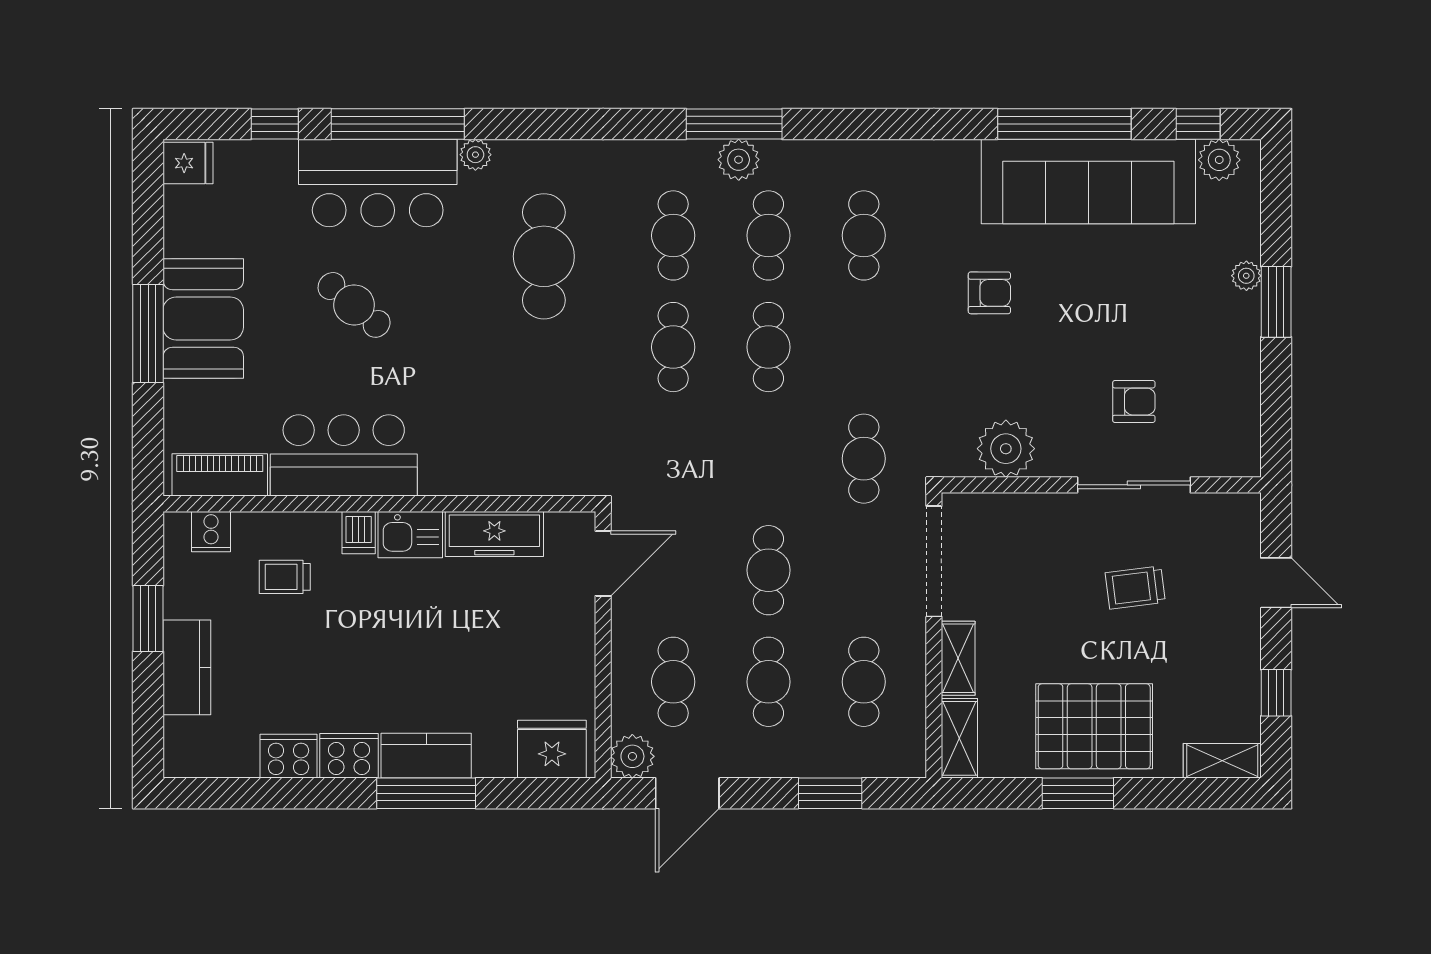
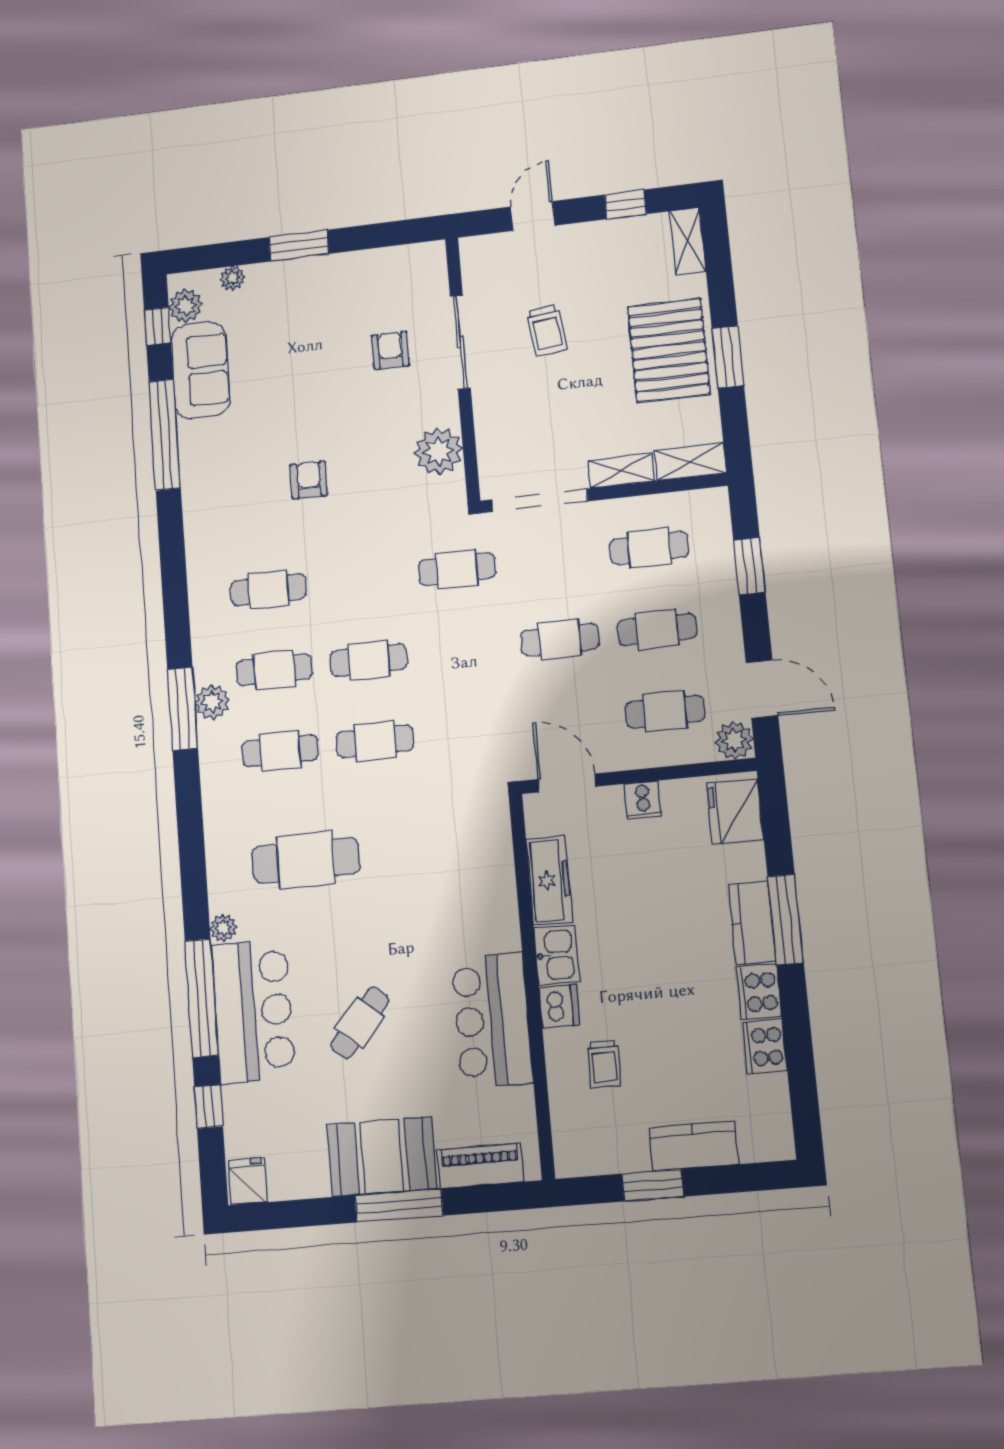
sofa: (1088, 181) -> (200, 370), width x0.54, depth x0.79
plant: (1246, 276) -> (232, 278), moved
piano: (220, 475) -> (480, 1166), moved, turned 90
cooker: (211, 532) -> (643, 800), moved, turned 90
dishwasher: (359, 533) -> (559, 1006), width x1.38

